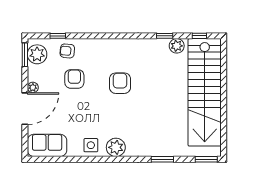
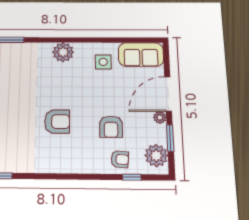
window: (25, 55) -> (170, 138), moved
armchair: (120, 83) -> (57, 122), turned -90
side table: (91, 145) -> (103, 62), moved

